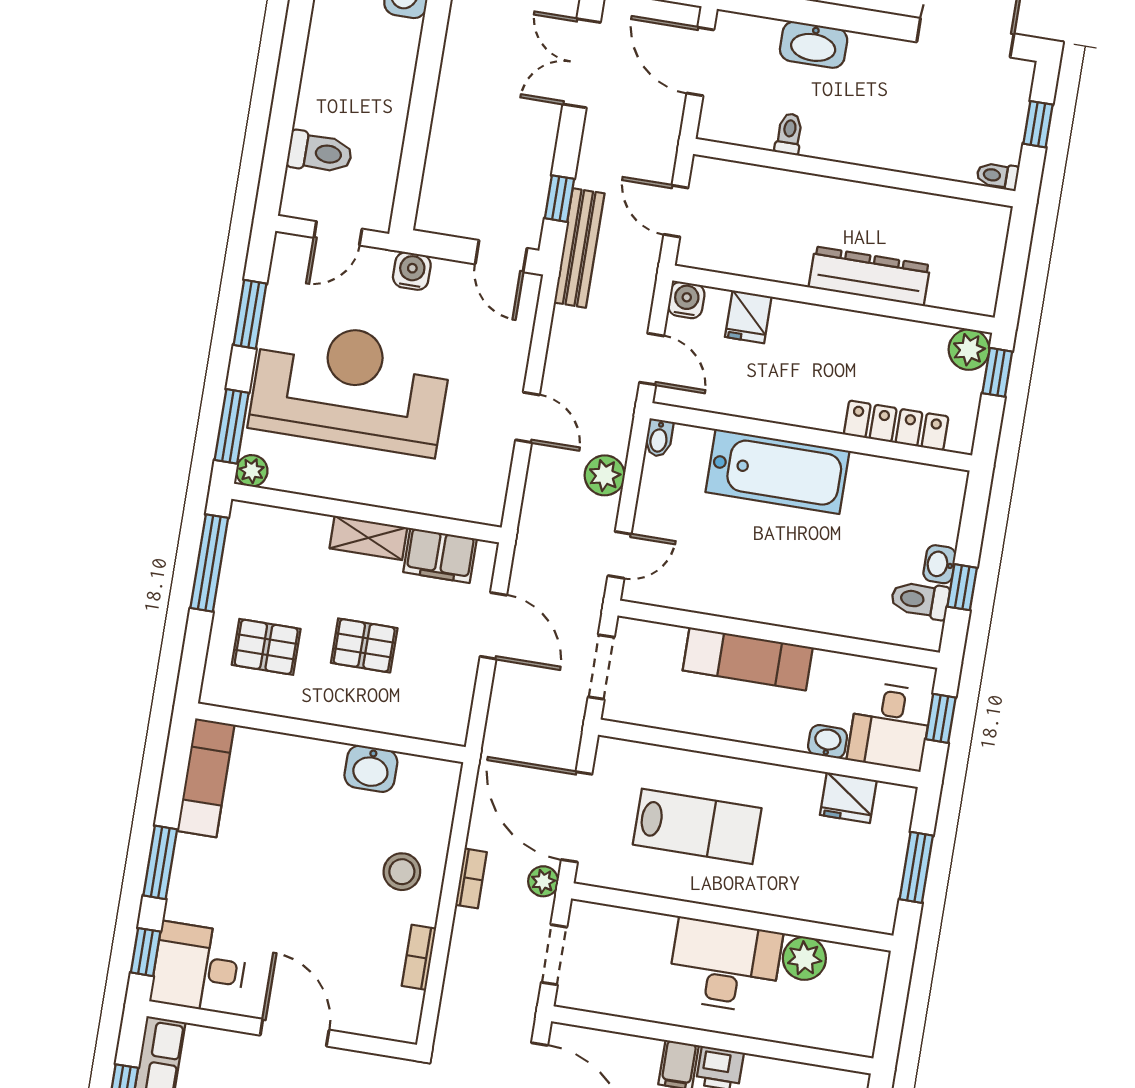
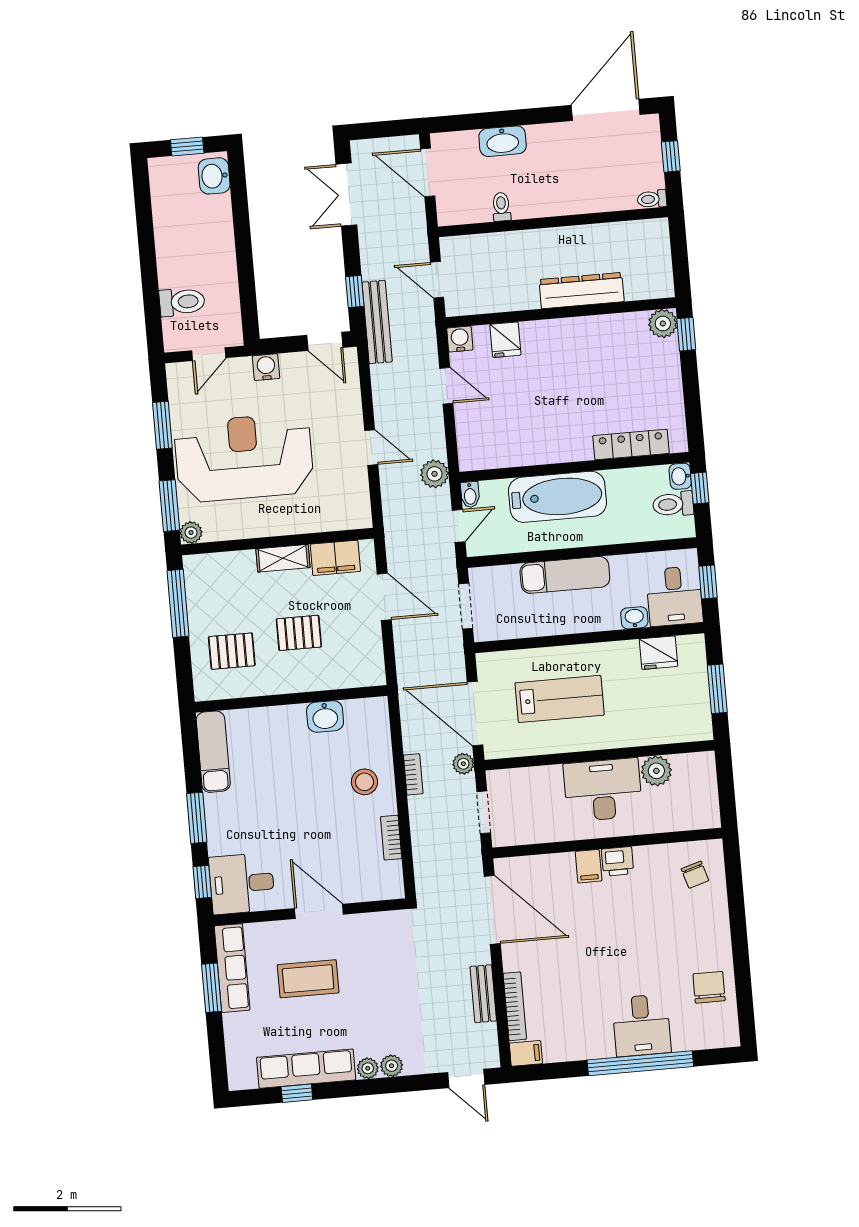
locker: (896, 426) -> (631, 445), moved
wall: (811, 437) -> (574, 467), moved
bidet: (659, 438) -> (470, 495), moved
bathtub: (778, 471) -> (557, 497), moved

